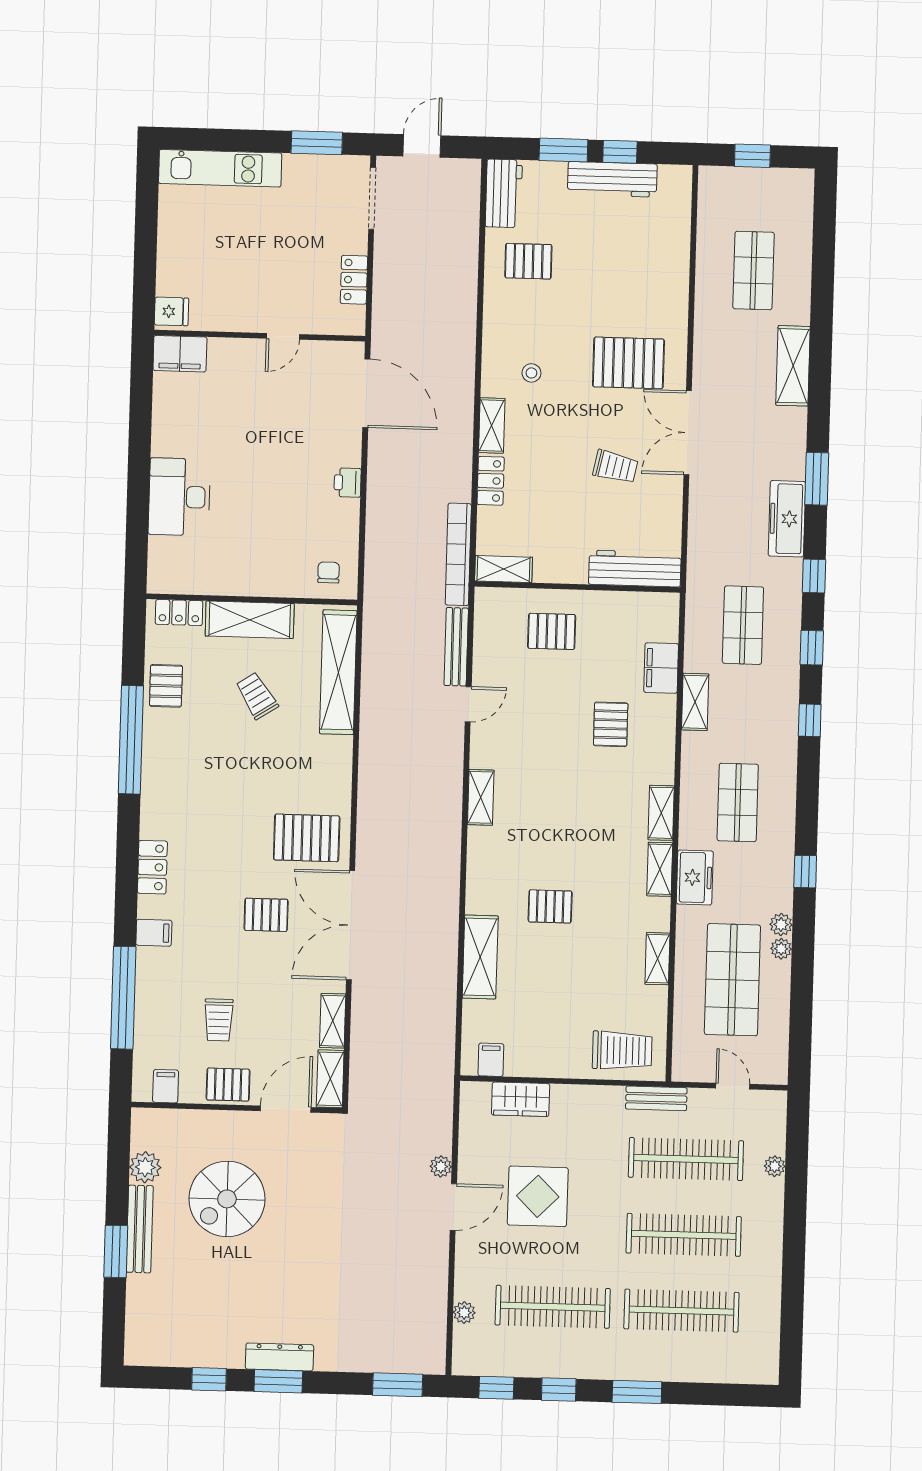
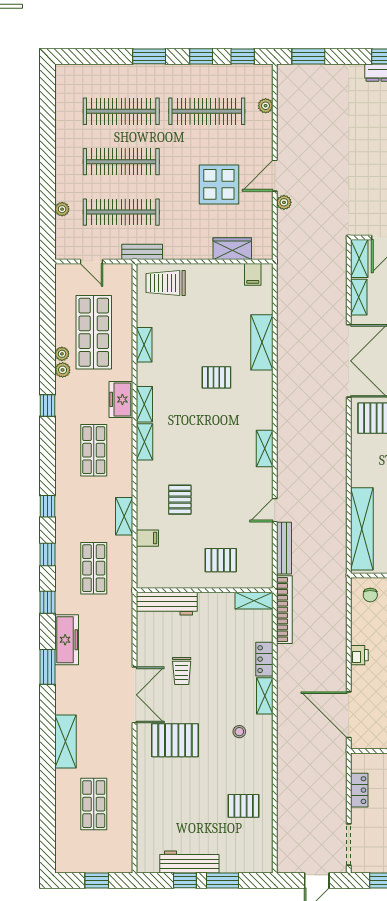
workbench: (504, 193) -> (261, 850), removed
trolley: (615, 467) -> (182, 671), turned -102
filing cabinet: (661, 668) -> (147, 538), width x0.50

